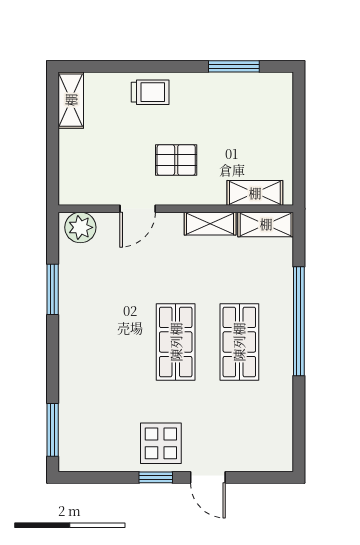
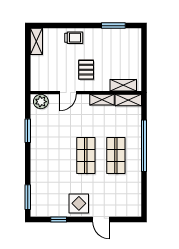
pallet: (176, 160) -> (86, 70), turned 90
window: (156, 477) -> (59, 220), moved

